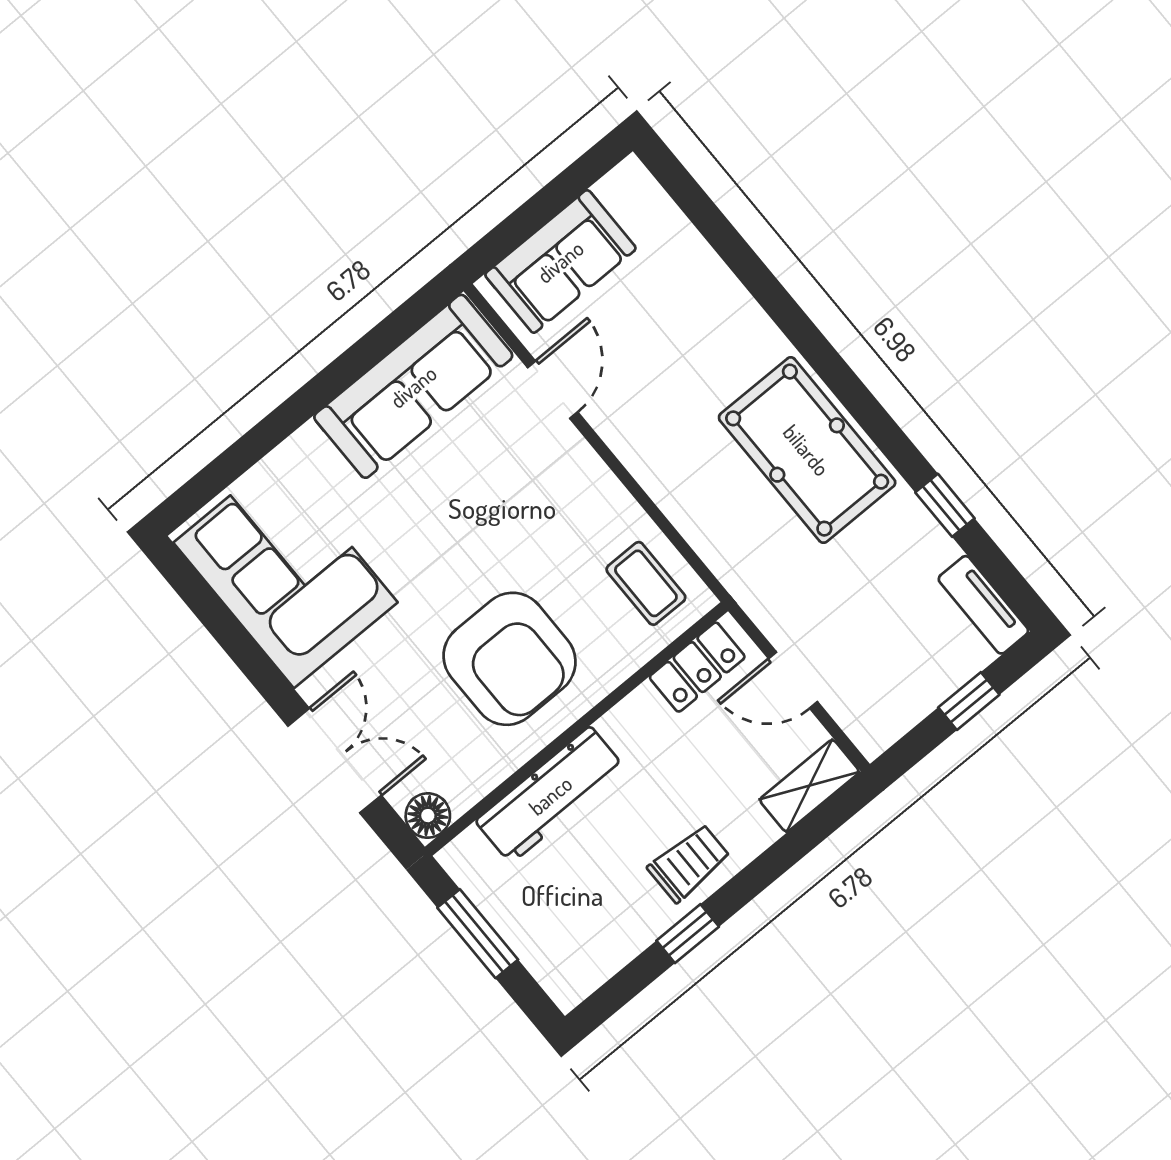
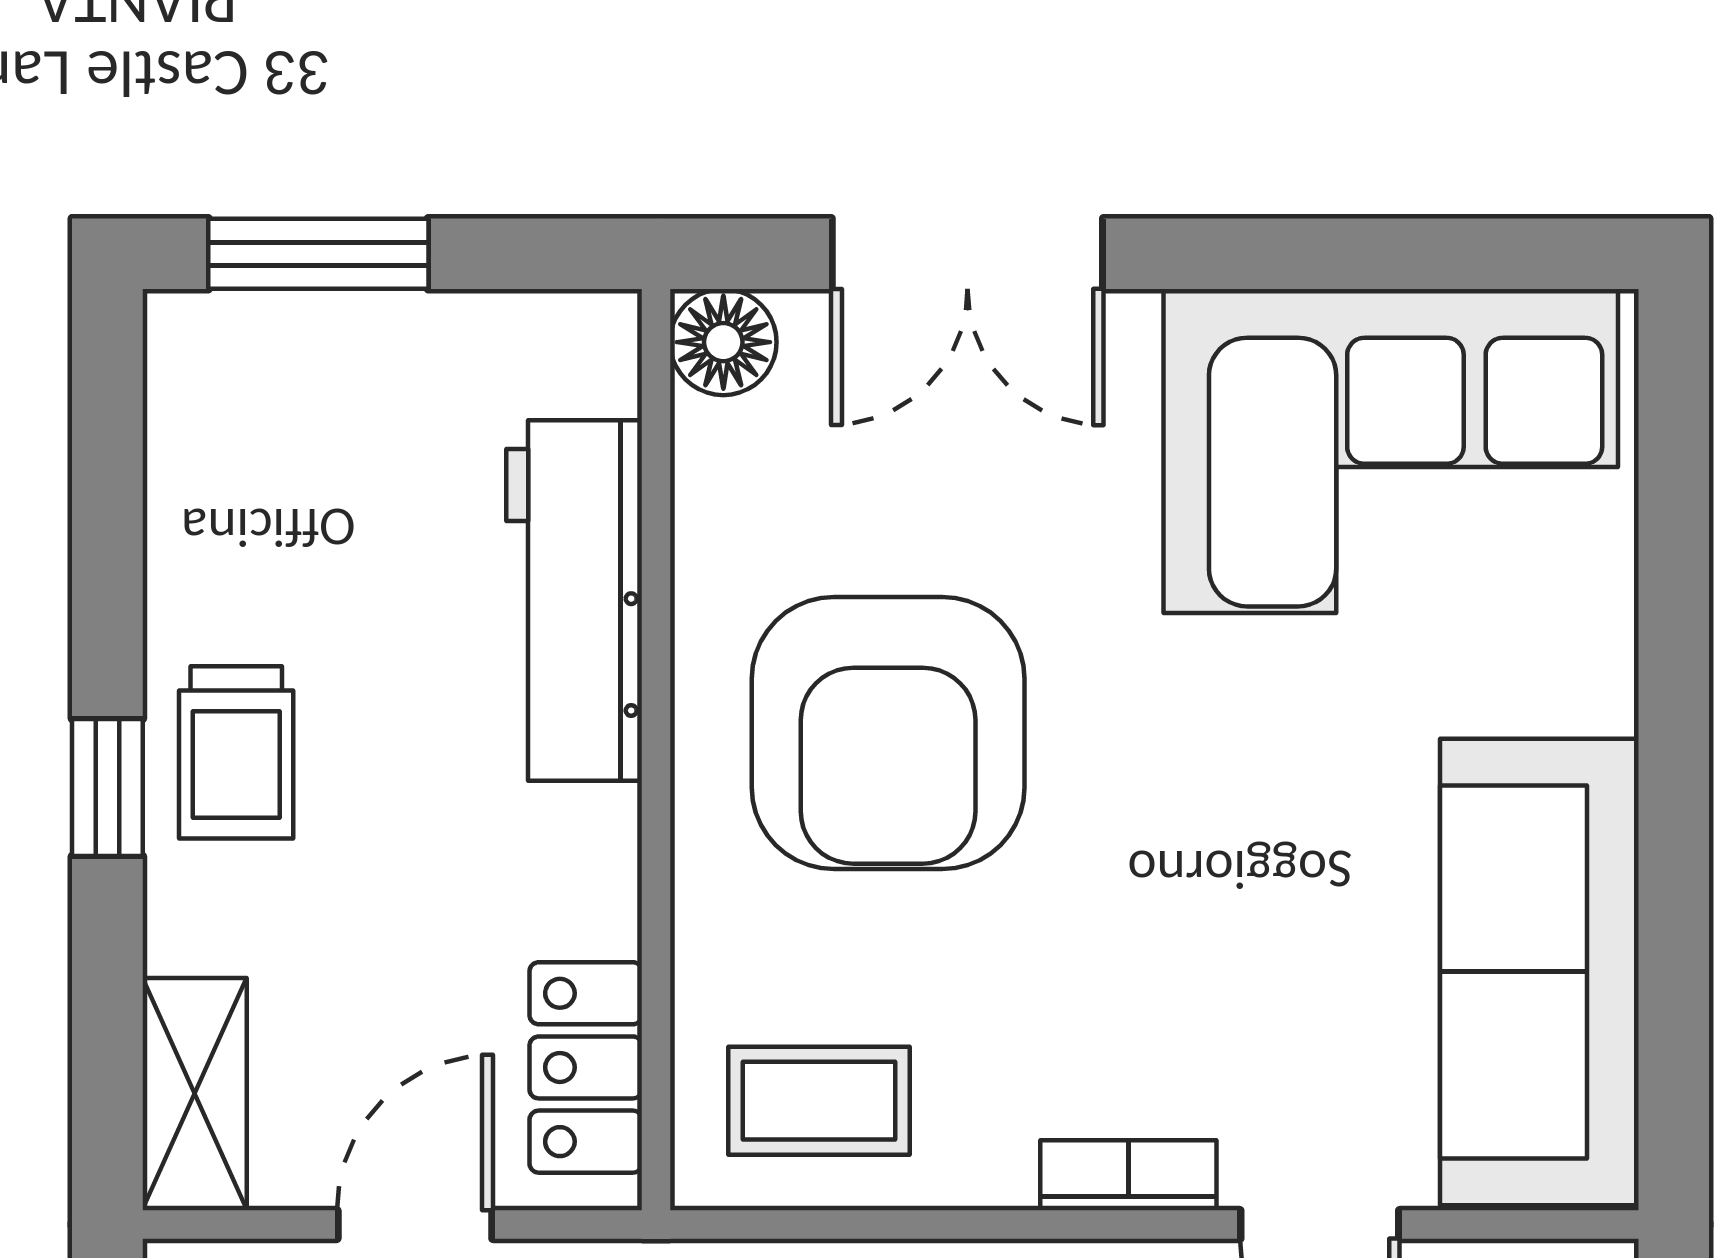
bookcase: (588, 464) -> (1128, 1175), added
armchair: (510, 659) -> (888, 733), turned -90
window: (478, 934) -> (318, 254), moved
window: (688, 934) -> (107, 788), moved

